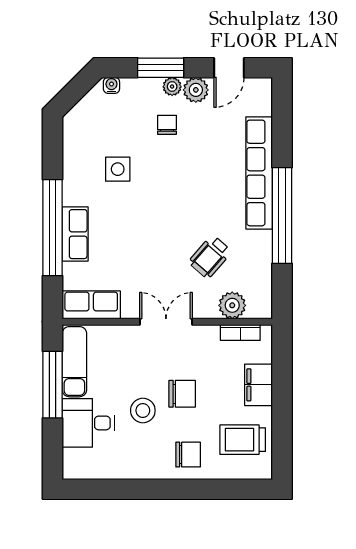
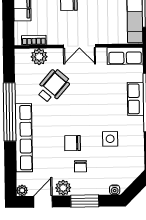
plant: (172, 87) -> (22, 190), moved
chair: (179, 163) -> (73, 143), added
wheelchair: (210, 257) -> (53, 86), width x1.36, depth x1.37

